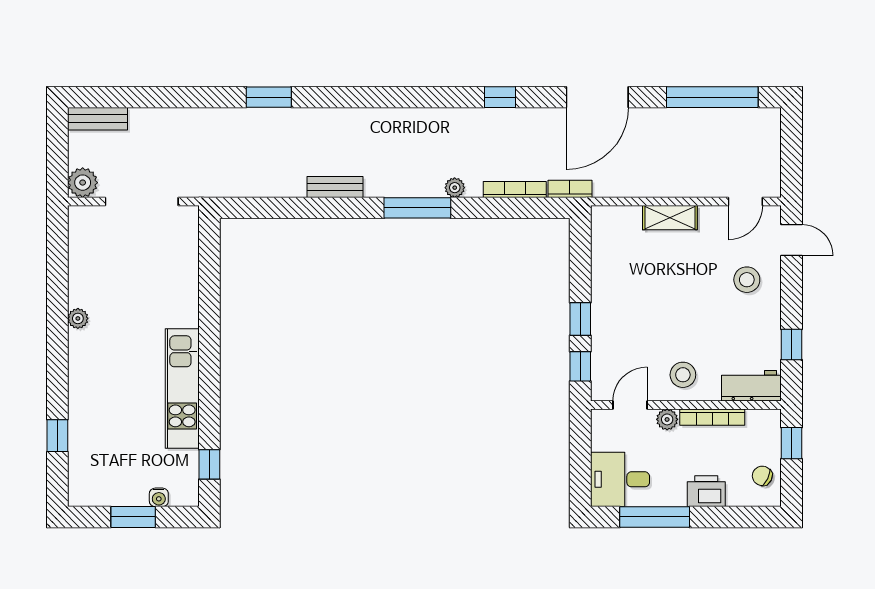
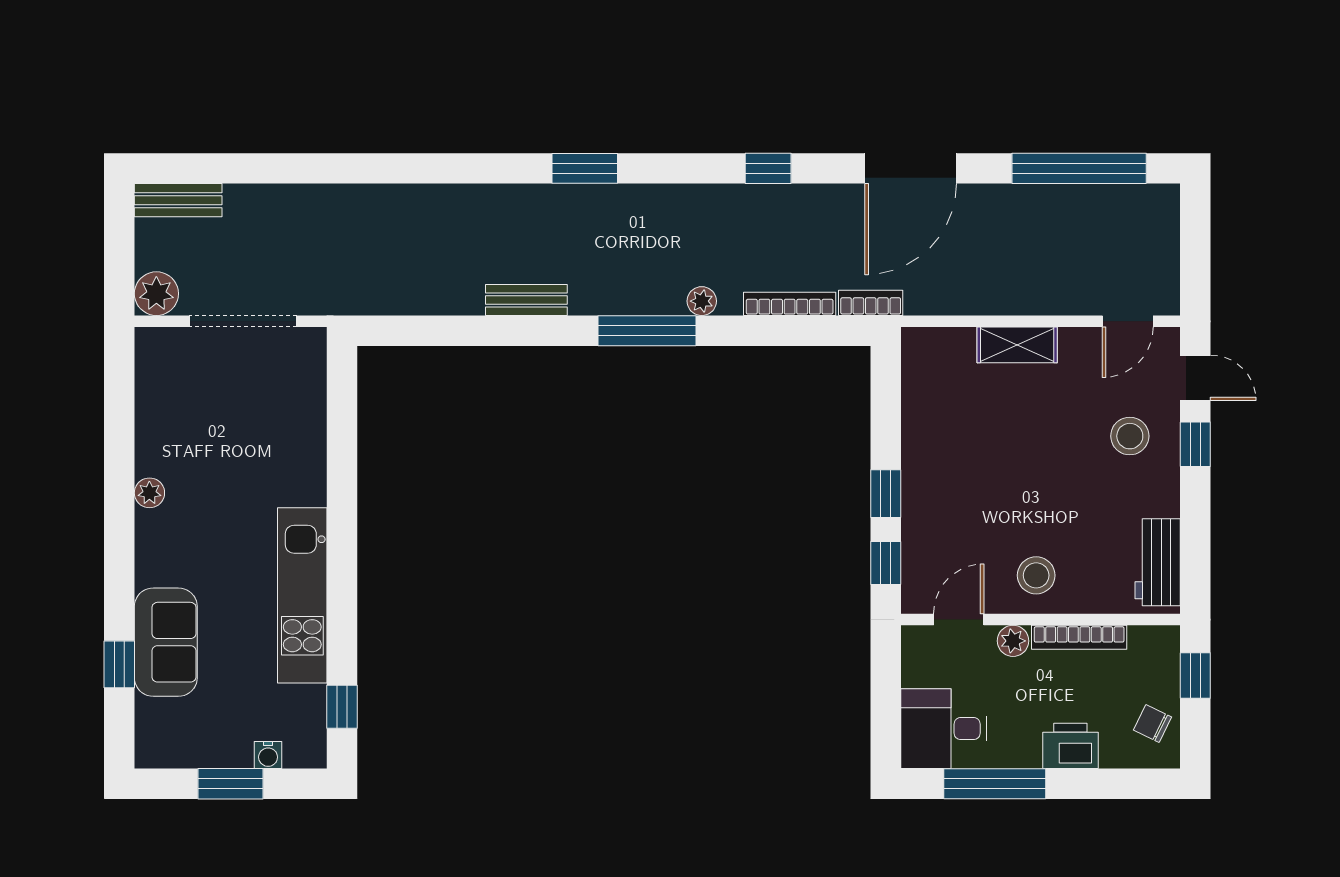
window: (269, 97) -> (585, 168), moved
window: (791, 345) -> (1195, 444), moved
workbench: (751, 386) -> (1158, 562), moved, turned -90
sofa: (89, 420) -> (166, 642), added

